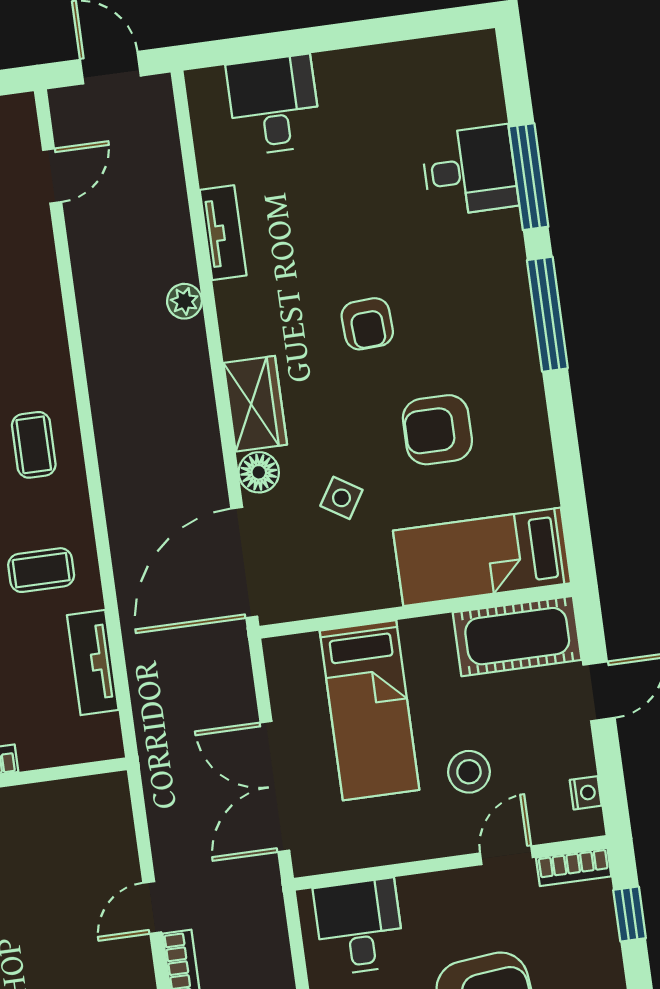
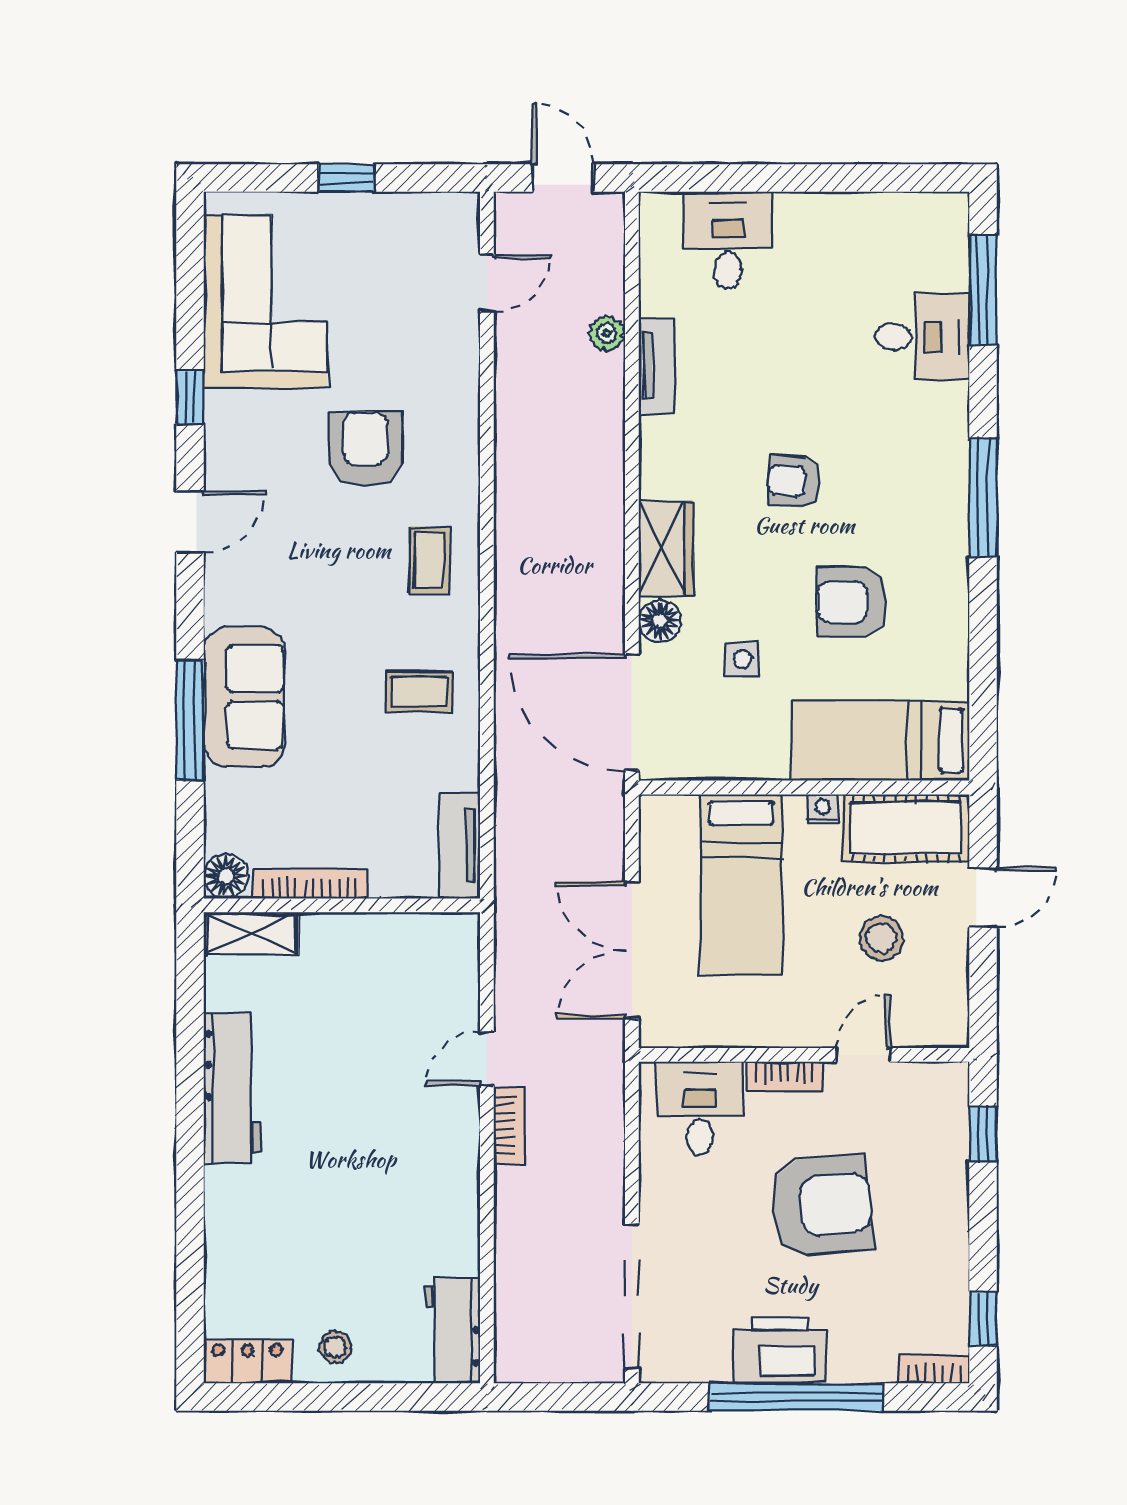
window: (529, 177) -> (983, 290), moved
plant: (184, 301) -> (607, 333), moved
armchair: (367, 324) -> (794, 482), turned 98
side table: (341, 498) -> (742, 659), turned -32
door: (244, 563) -> (632, 713), hinge flipped
tv unit: (93, 663) -> (460, 846), moved
stool: (469, 772) -> (881, 938), moved
nightstand: (586, 793) -> (823, 809), moved, turned -90
bookcase: (574, 867) -> (784, 1077), moved

